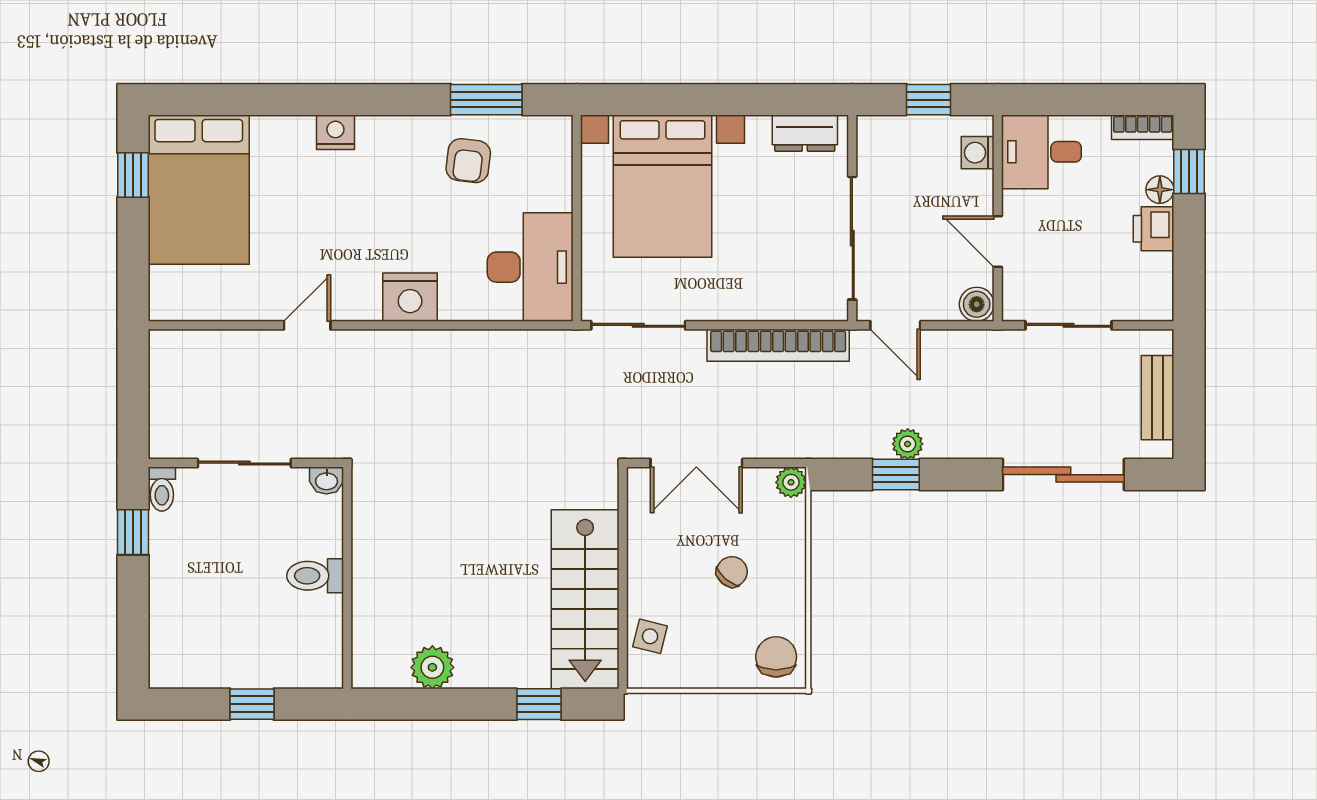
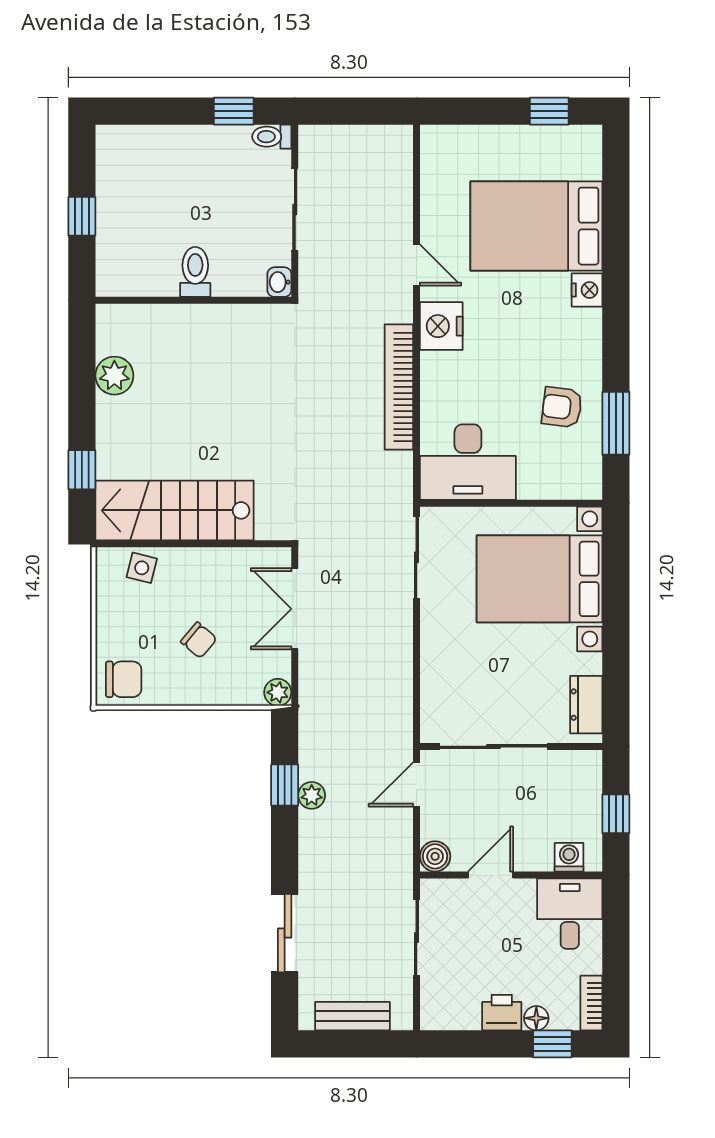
bed: (199, 190) -> (536, 226), moved
nightstand: (410, 297) -> (441, 326), moved
bookcase: (778, 345) -> (399, 387), moved
sliding door: (1063, 475) -> (285, 933), width x0.73

